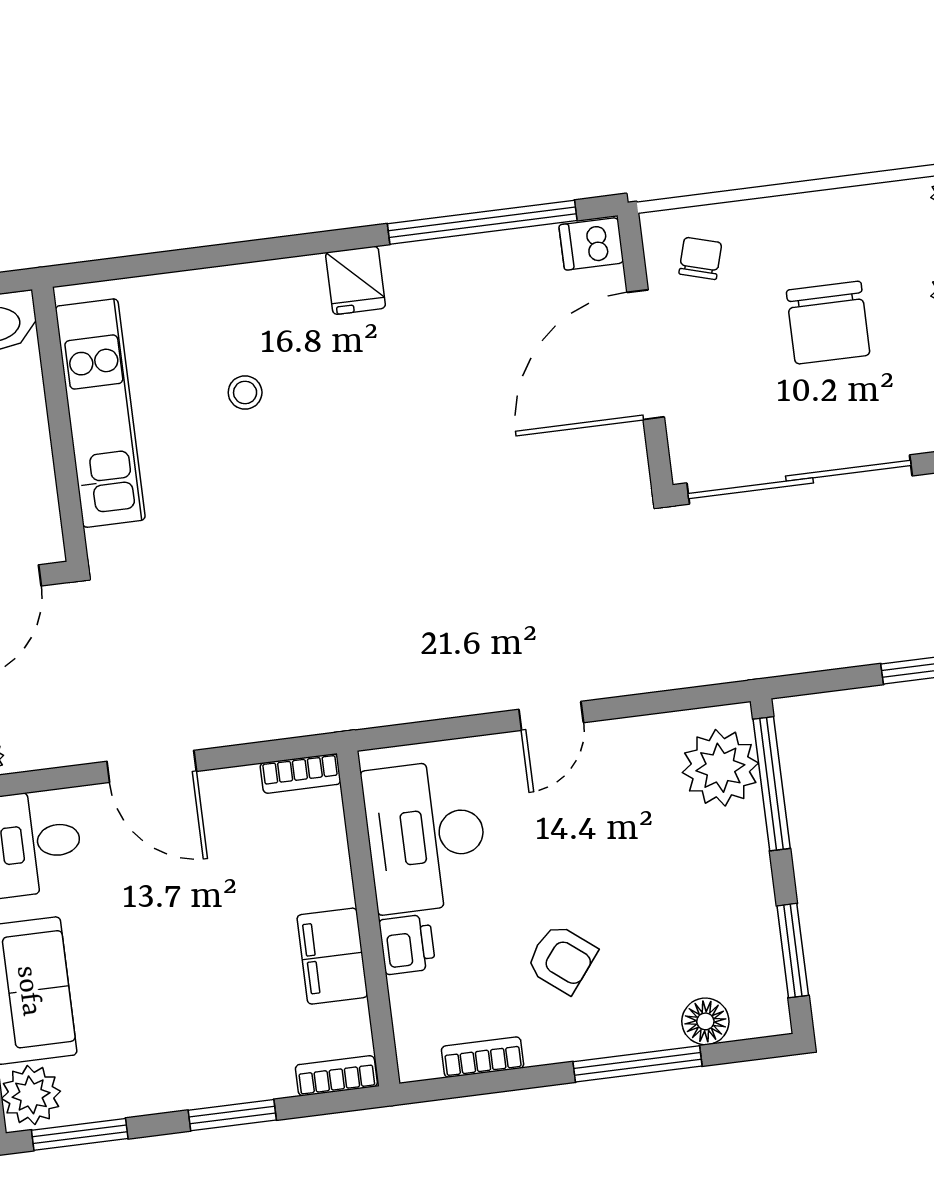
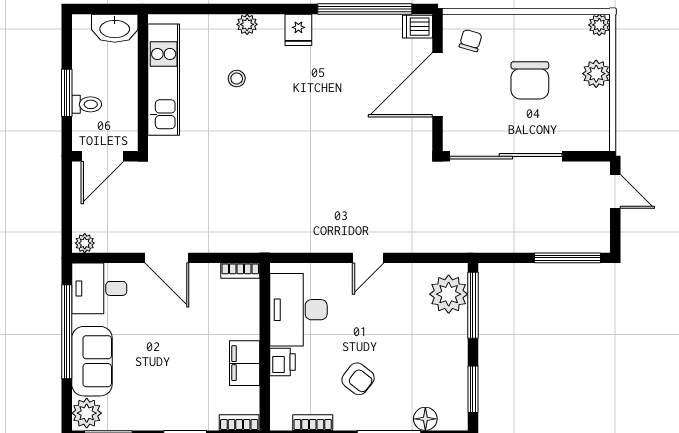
plant: (252, 282) -> (247, 24), added

